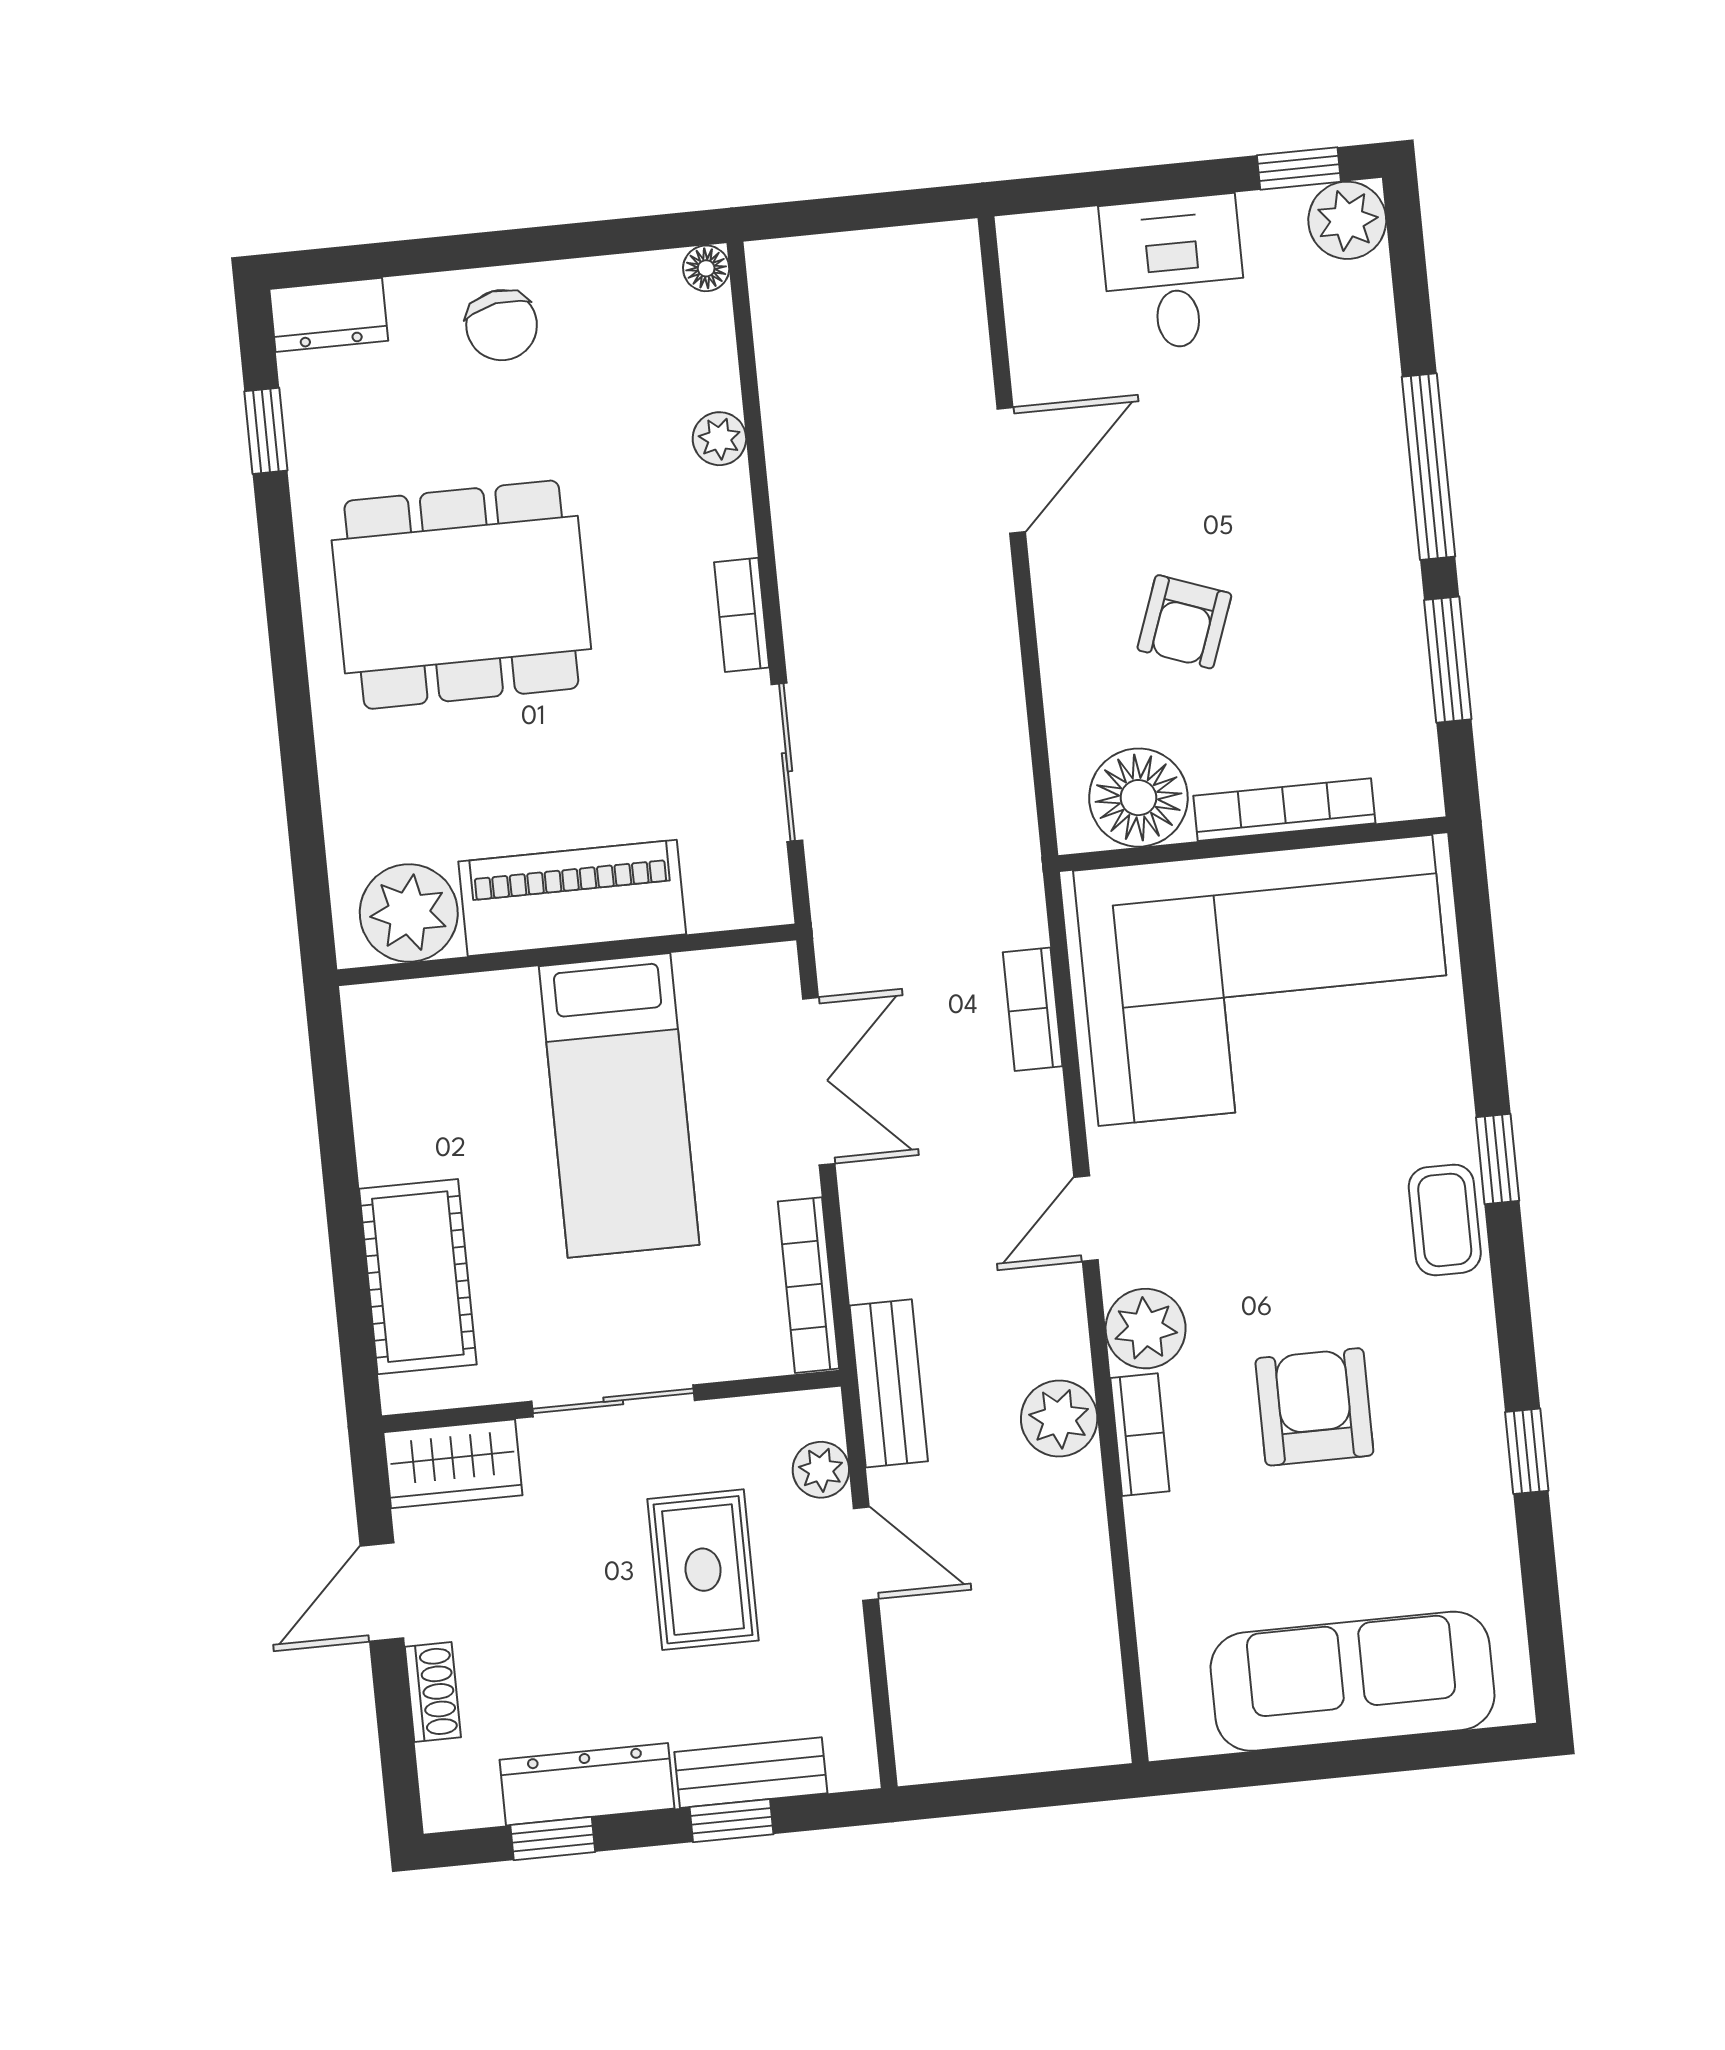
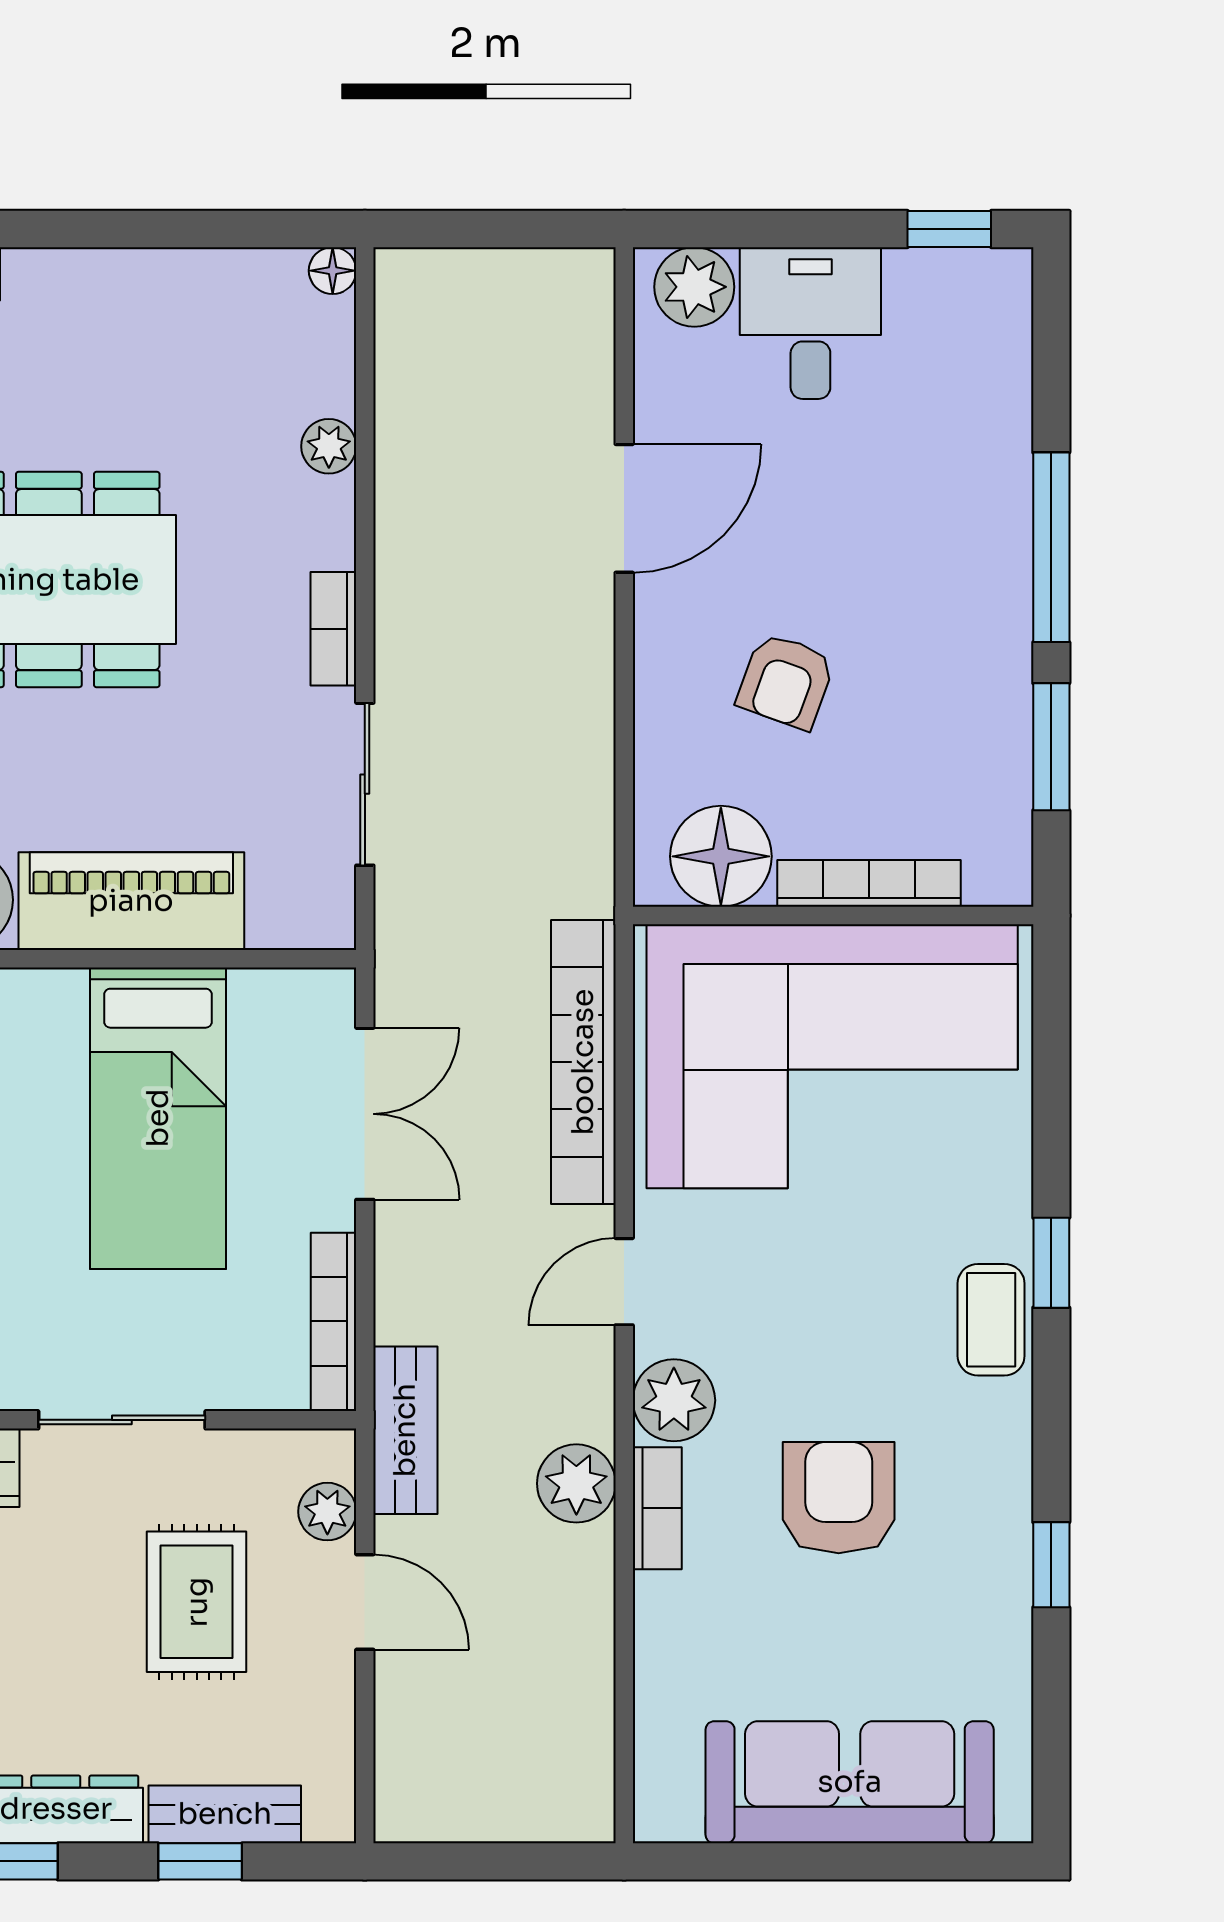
plant: (1347, 220) -> (694, 287), moved
chair: (502, 325) -> (117, 308), removed
bookcase: (1033, 1009) -> (583, 1062), width x2.31, depth x1.31

